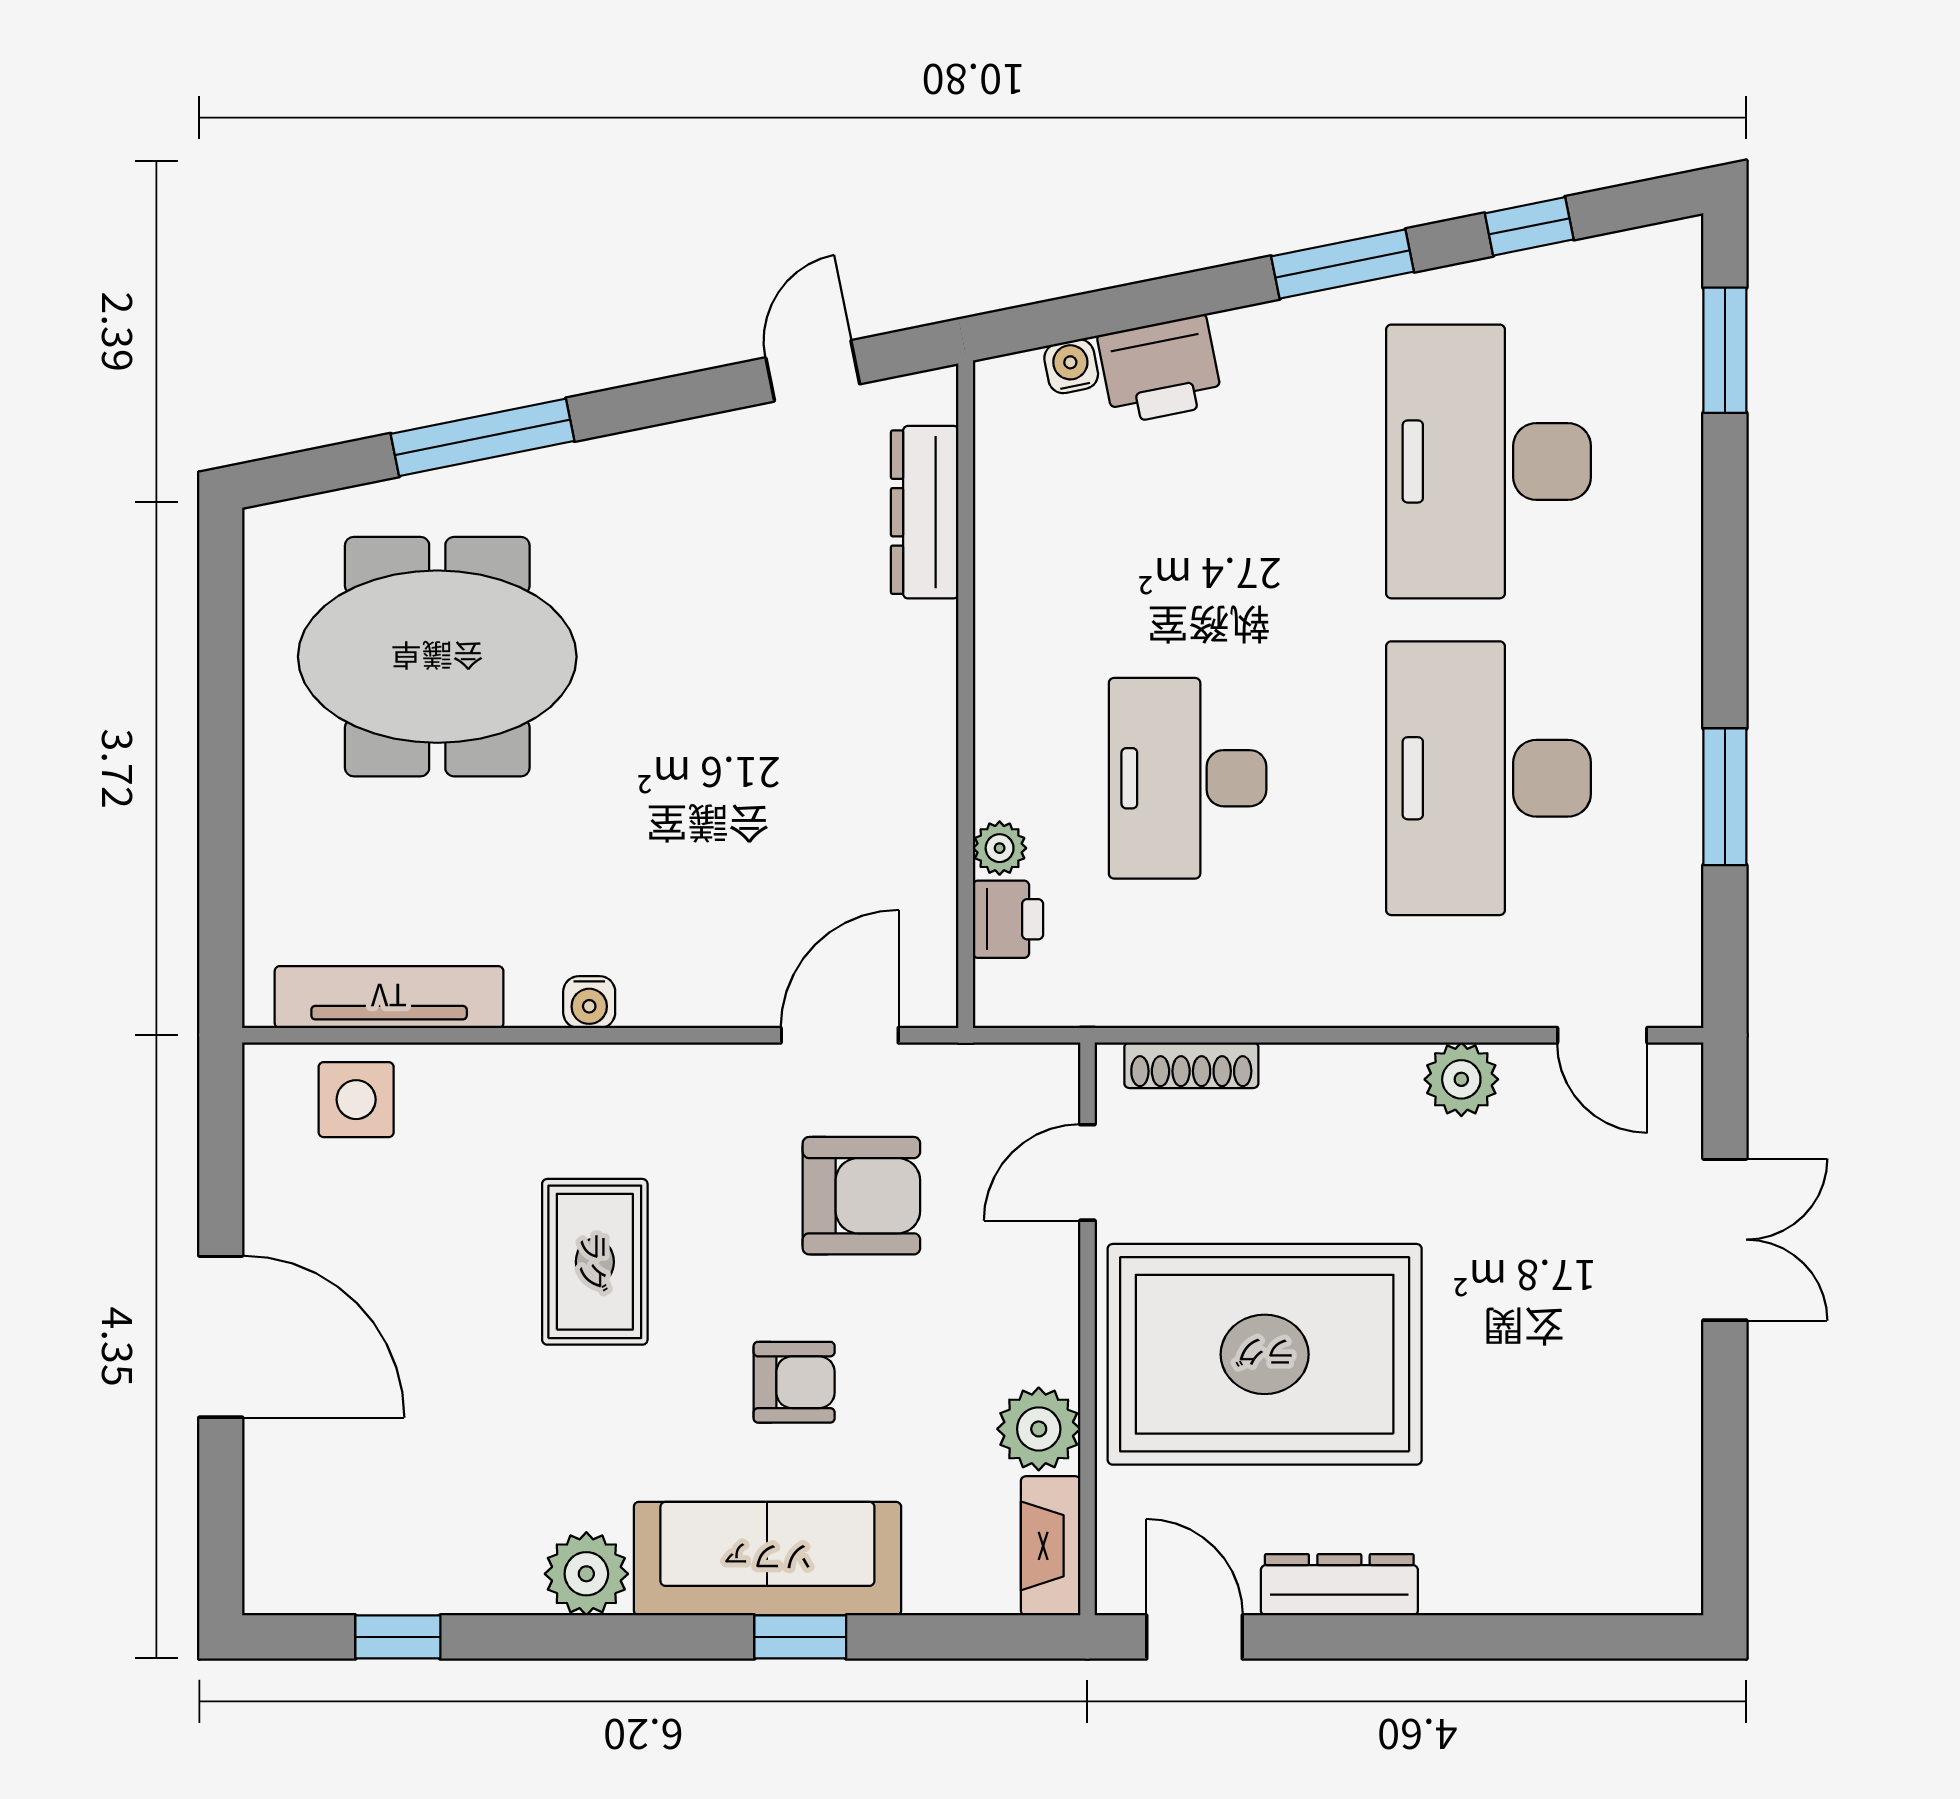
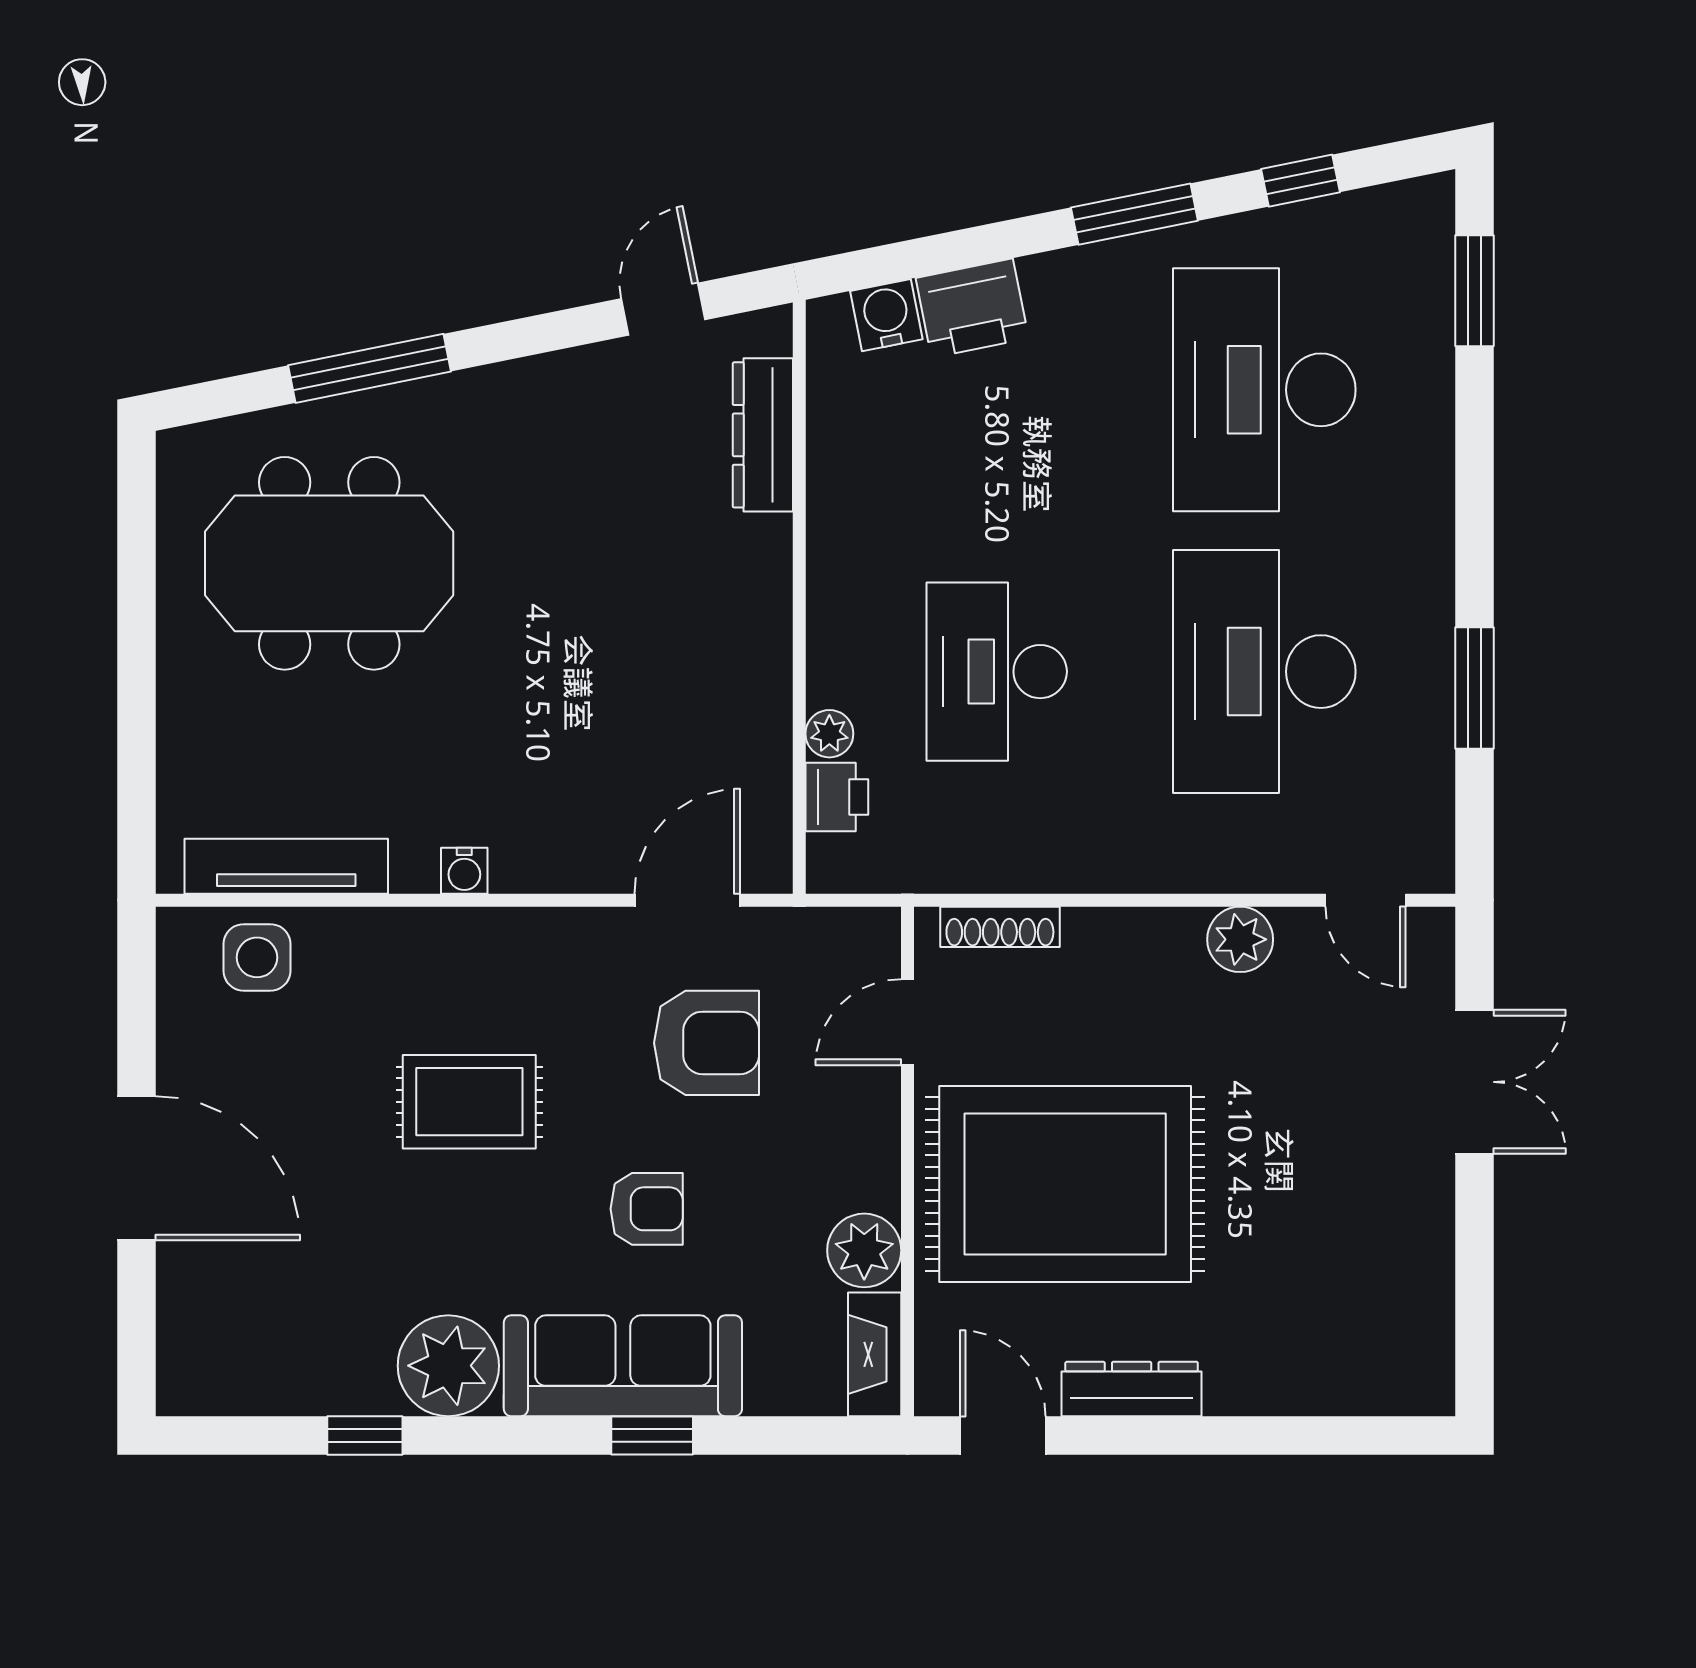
water cooler: (1071, 366) -> (886, 315), width x1.38, depth x1.38
rug: (595, 1262) -> (469, 1102), turned 90
plant: (586, 1574) -> (448, 1366), width x1.36, depth x1.36
window: (398, 1637) -> (365, 1435), moved

